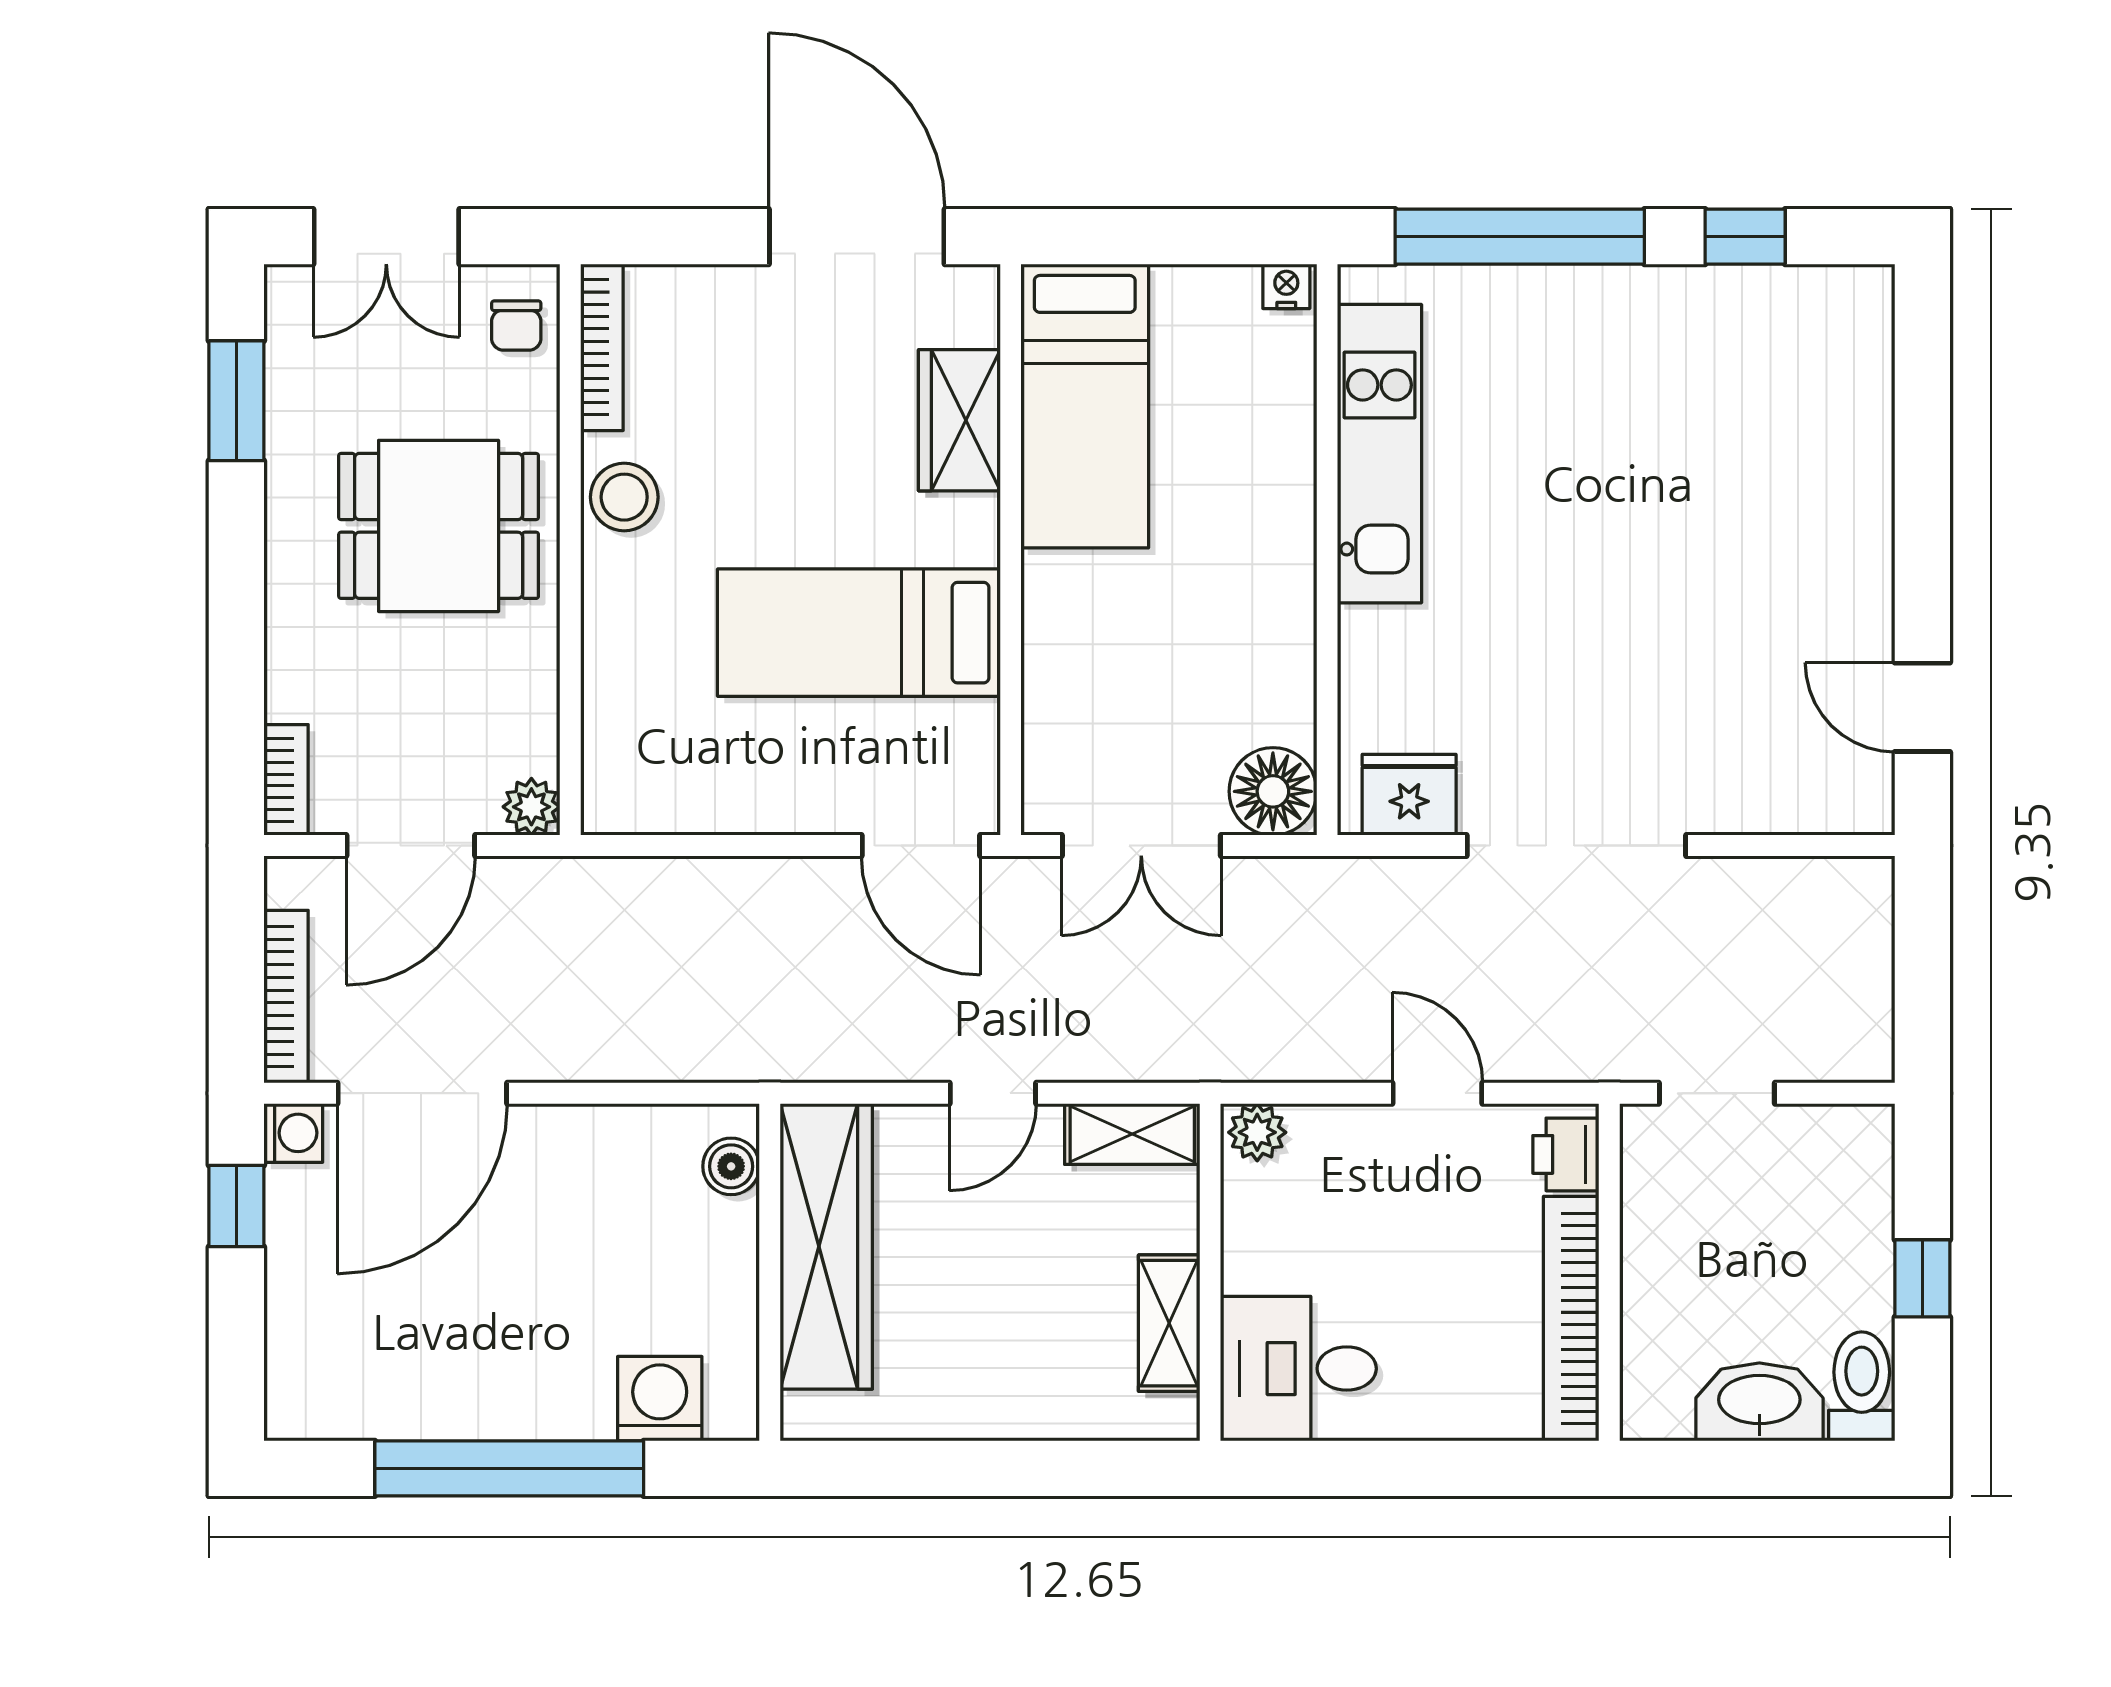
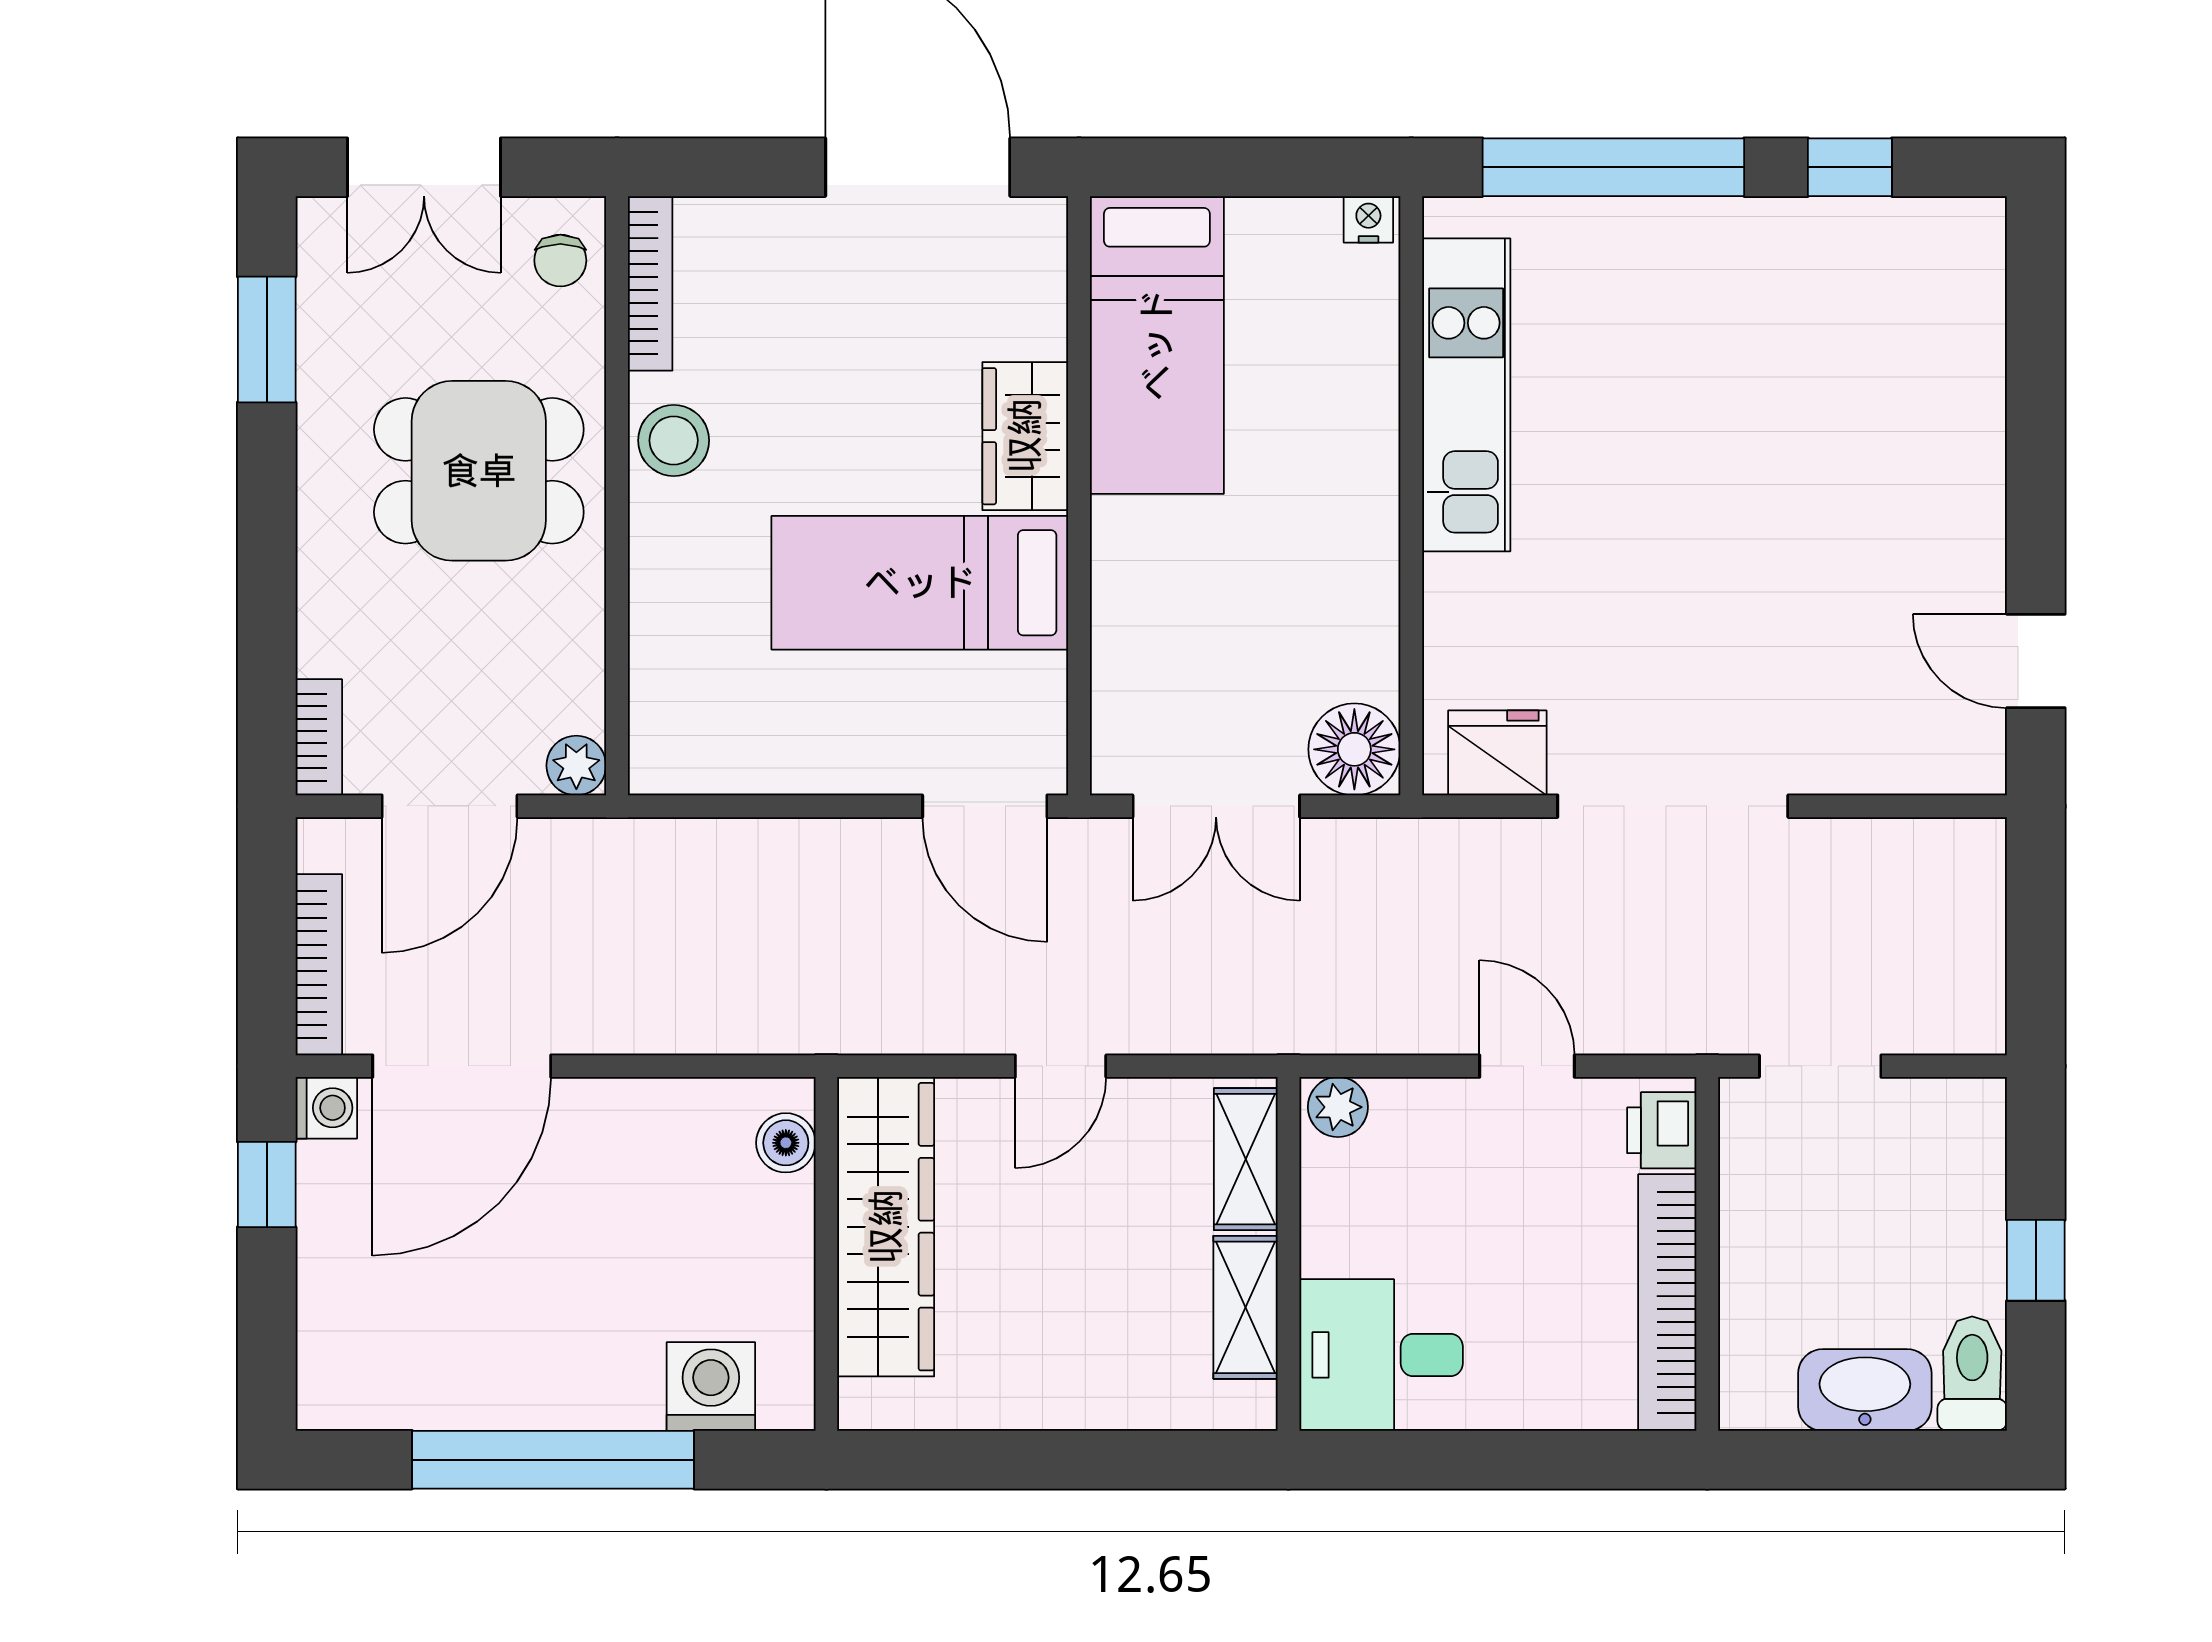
wardrobe: (959, 420) -> (1025, 436), moved
shelving: (1132, 1134) -> (1246, 1159), moved, turned 90

